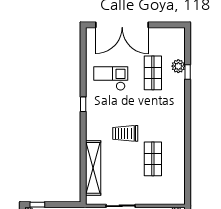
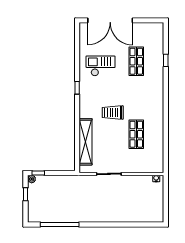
plant: (178, 66) -> (158, 55), removed

